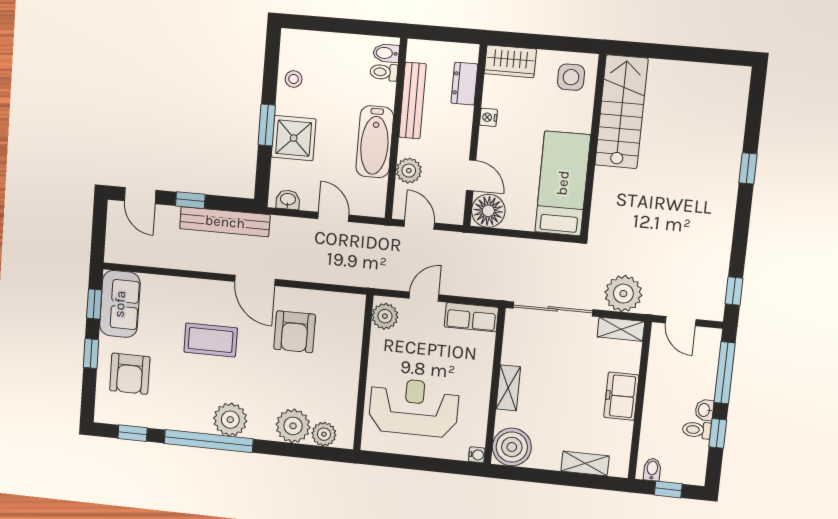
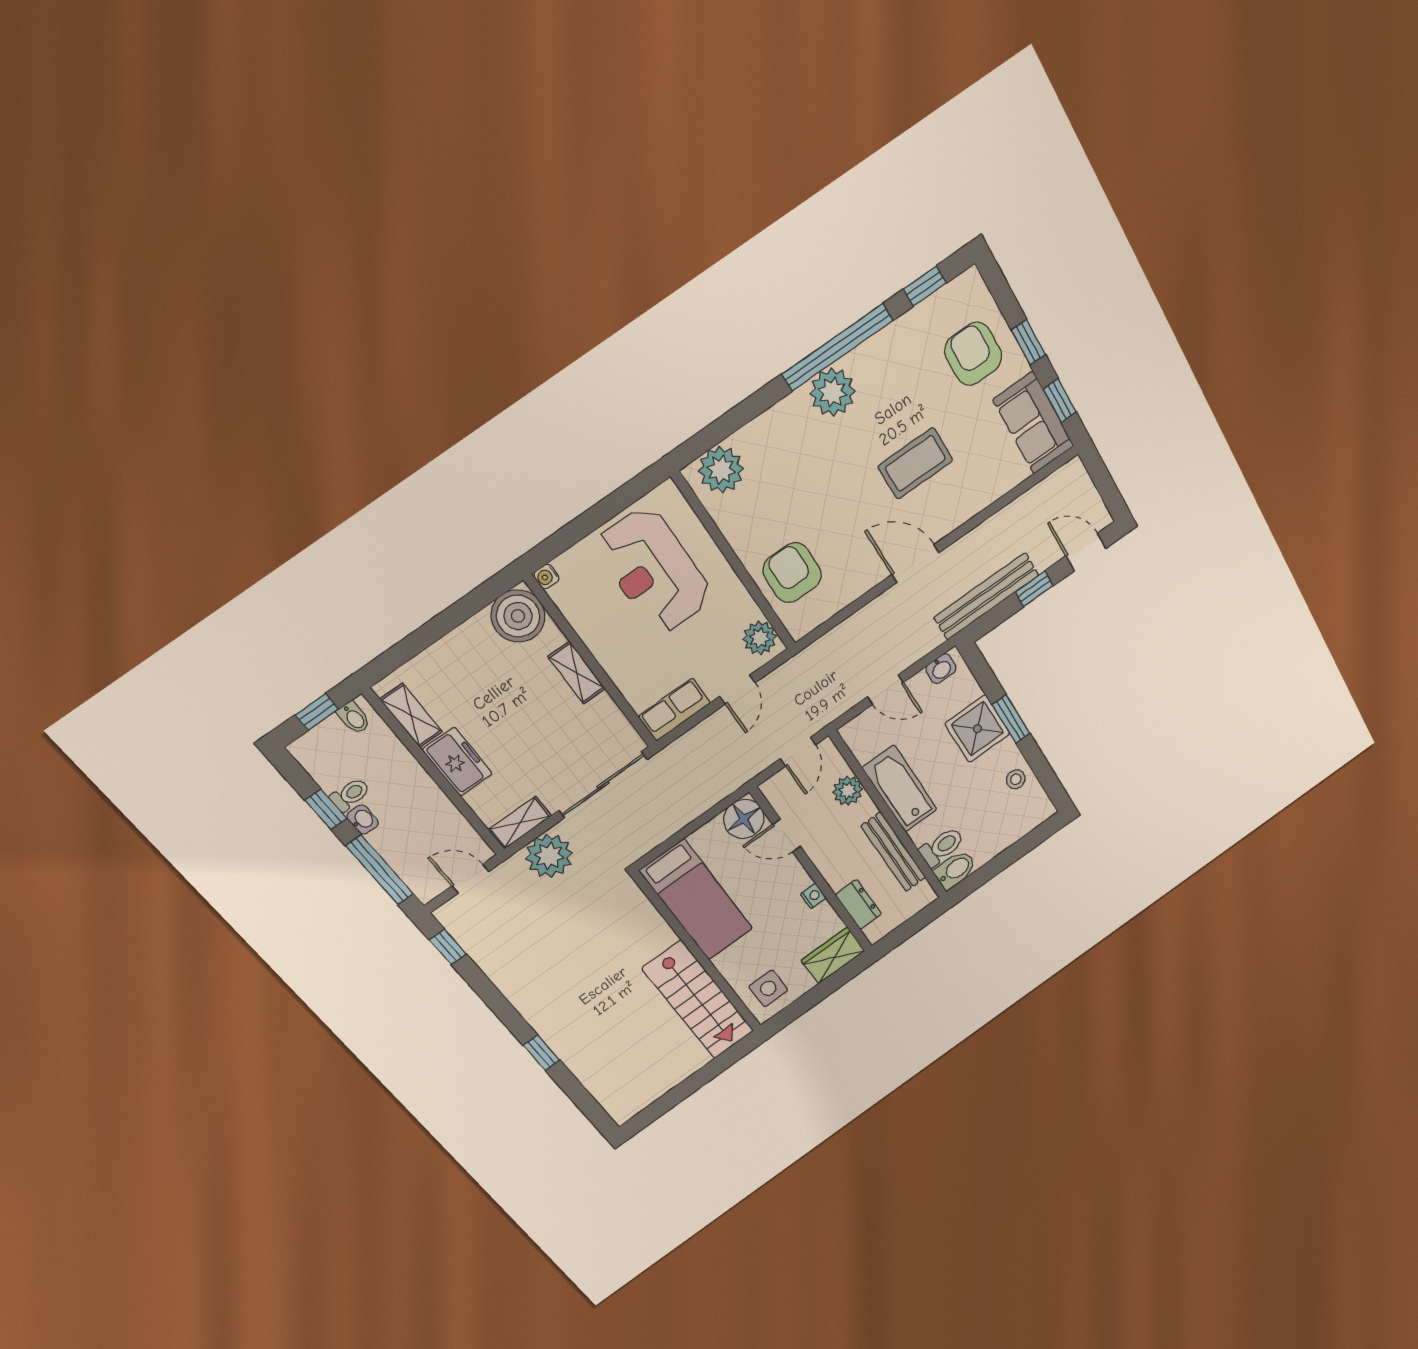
bidet: (386, 53) -> (955, 870), width x1.38, depth x1.36
toilet: (384, 72) -> (942, 847), width x1.37, depth x1.39
door: (419, 225) -> (798, 752), hinge flipped
armchair: (295, 332) -> (792, 573), moved
reception desk: (414, 407) -> (654, 571), turned 90
plant: (293, 426) -> (762, 442), removed
plant: (324, 434) -> (721, 470), width x1.36, depth x1.36
shelving: (585, 463) -> (411, 716), moved, turned 90

